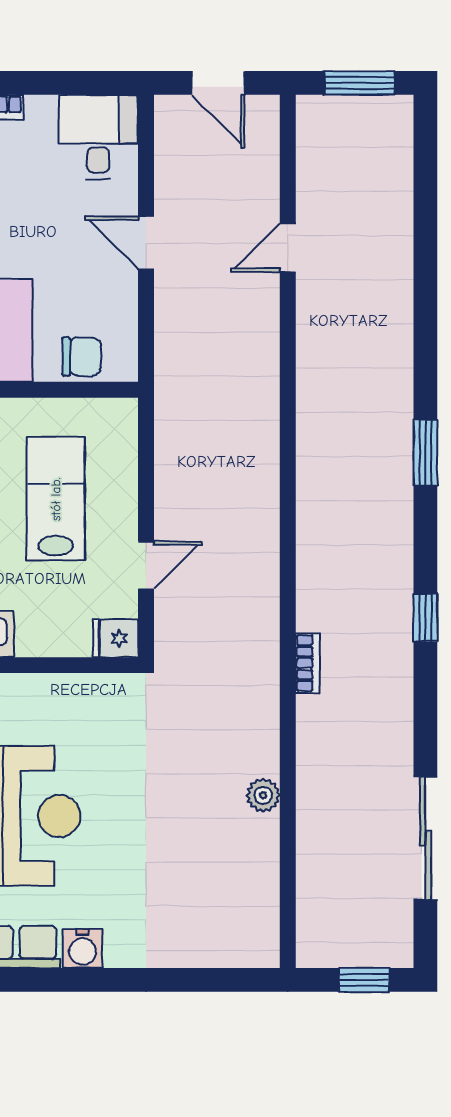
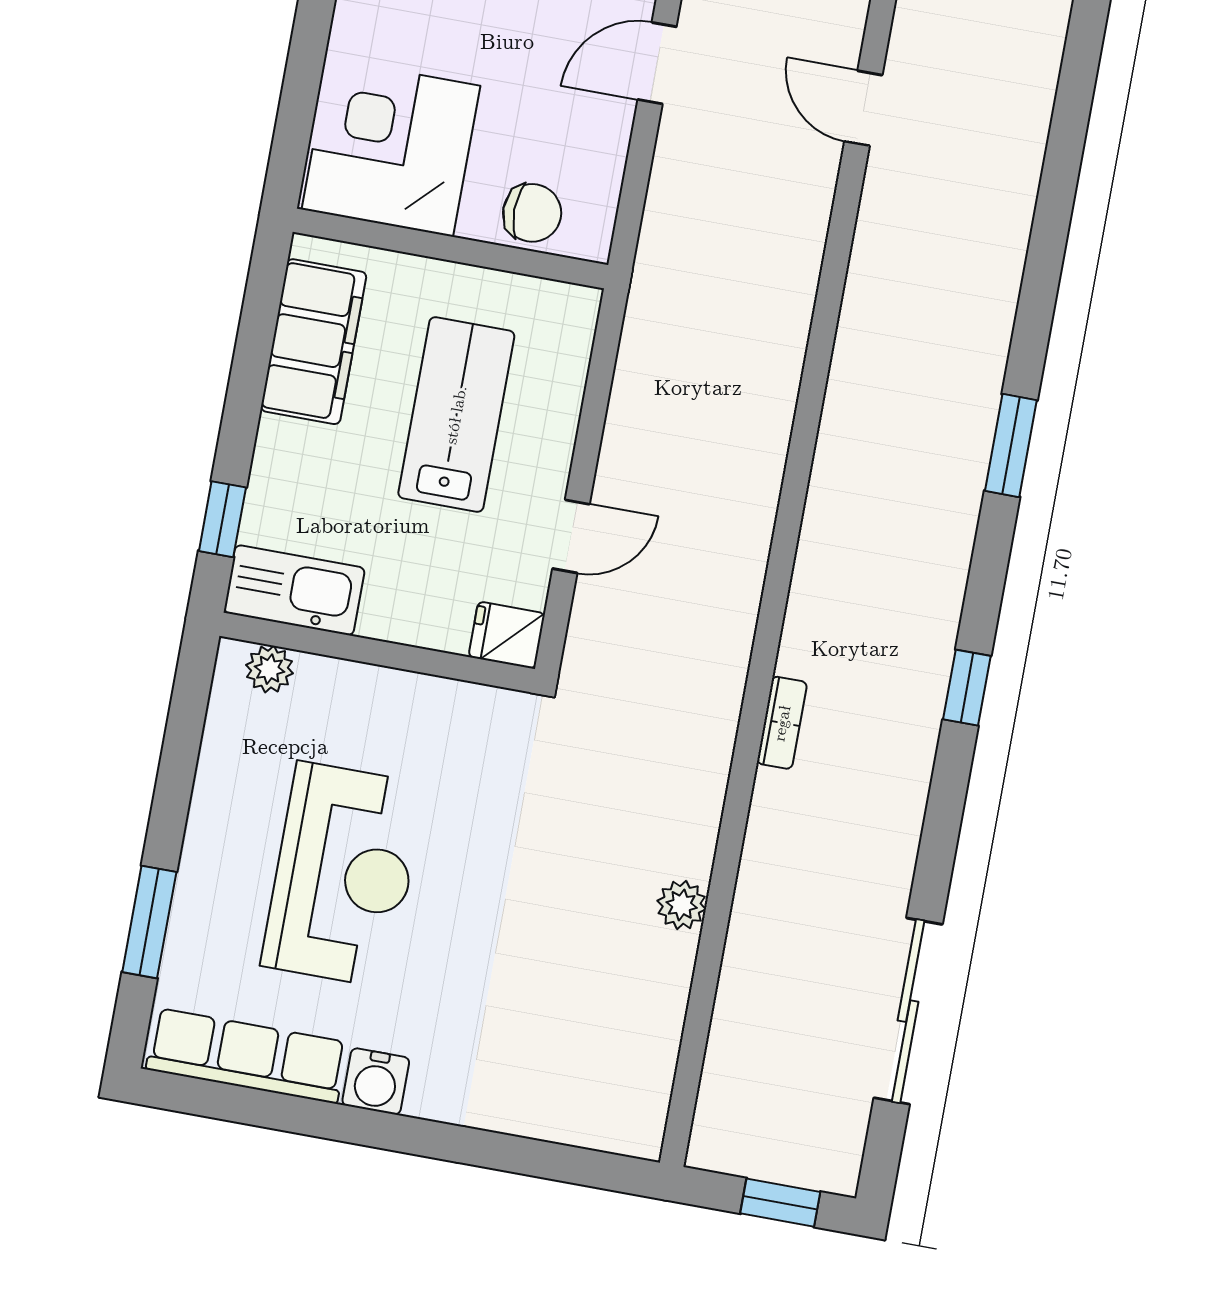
door: (146, 243) -> (657, 63), hinge flipped
door: (288, 248) -> (864, 108), hinge flipped

